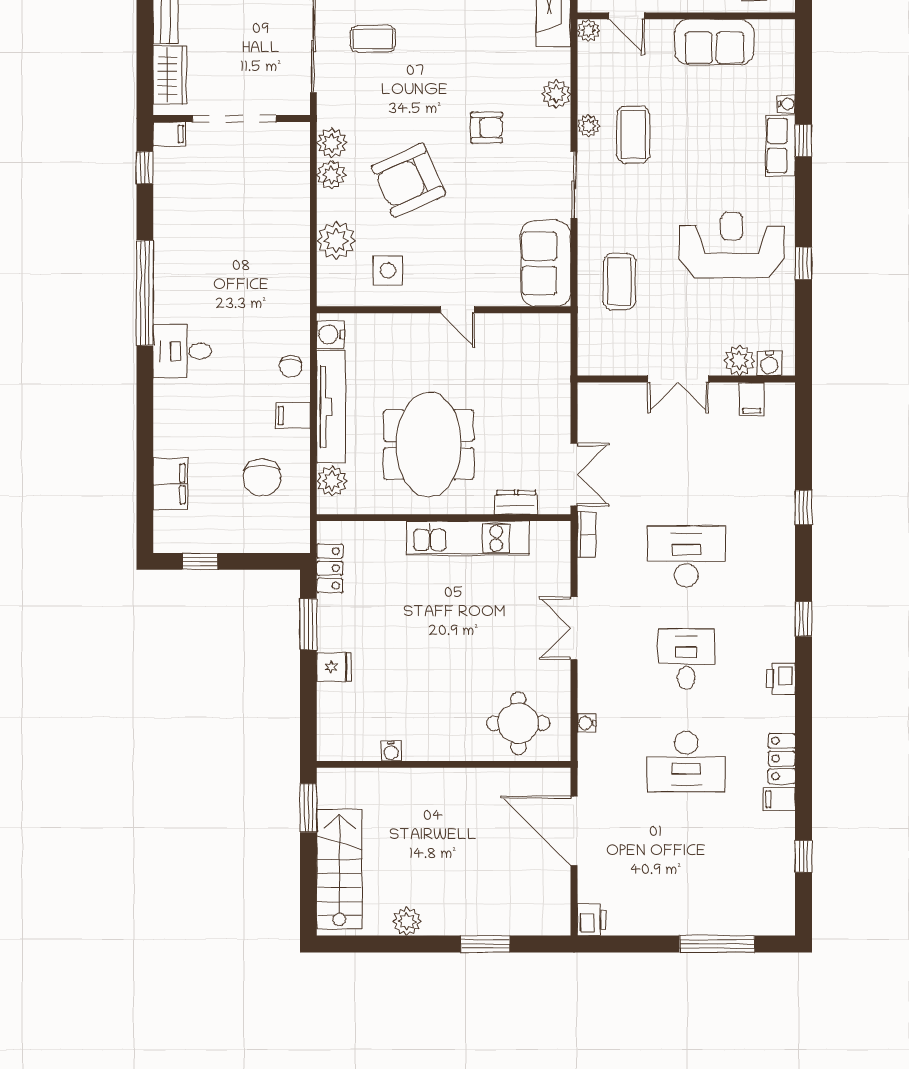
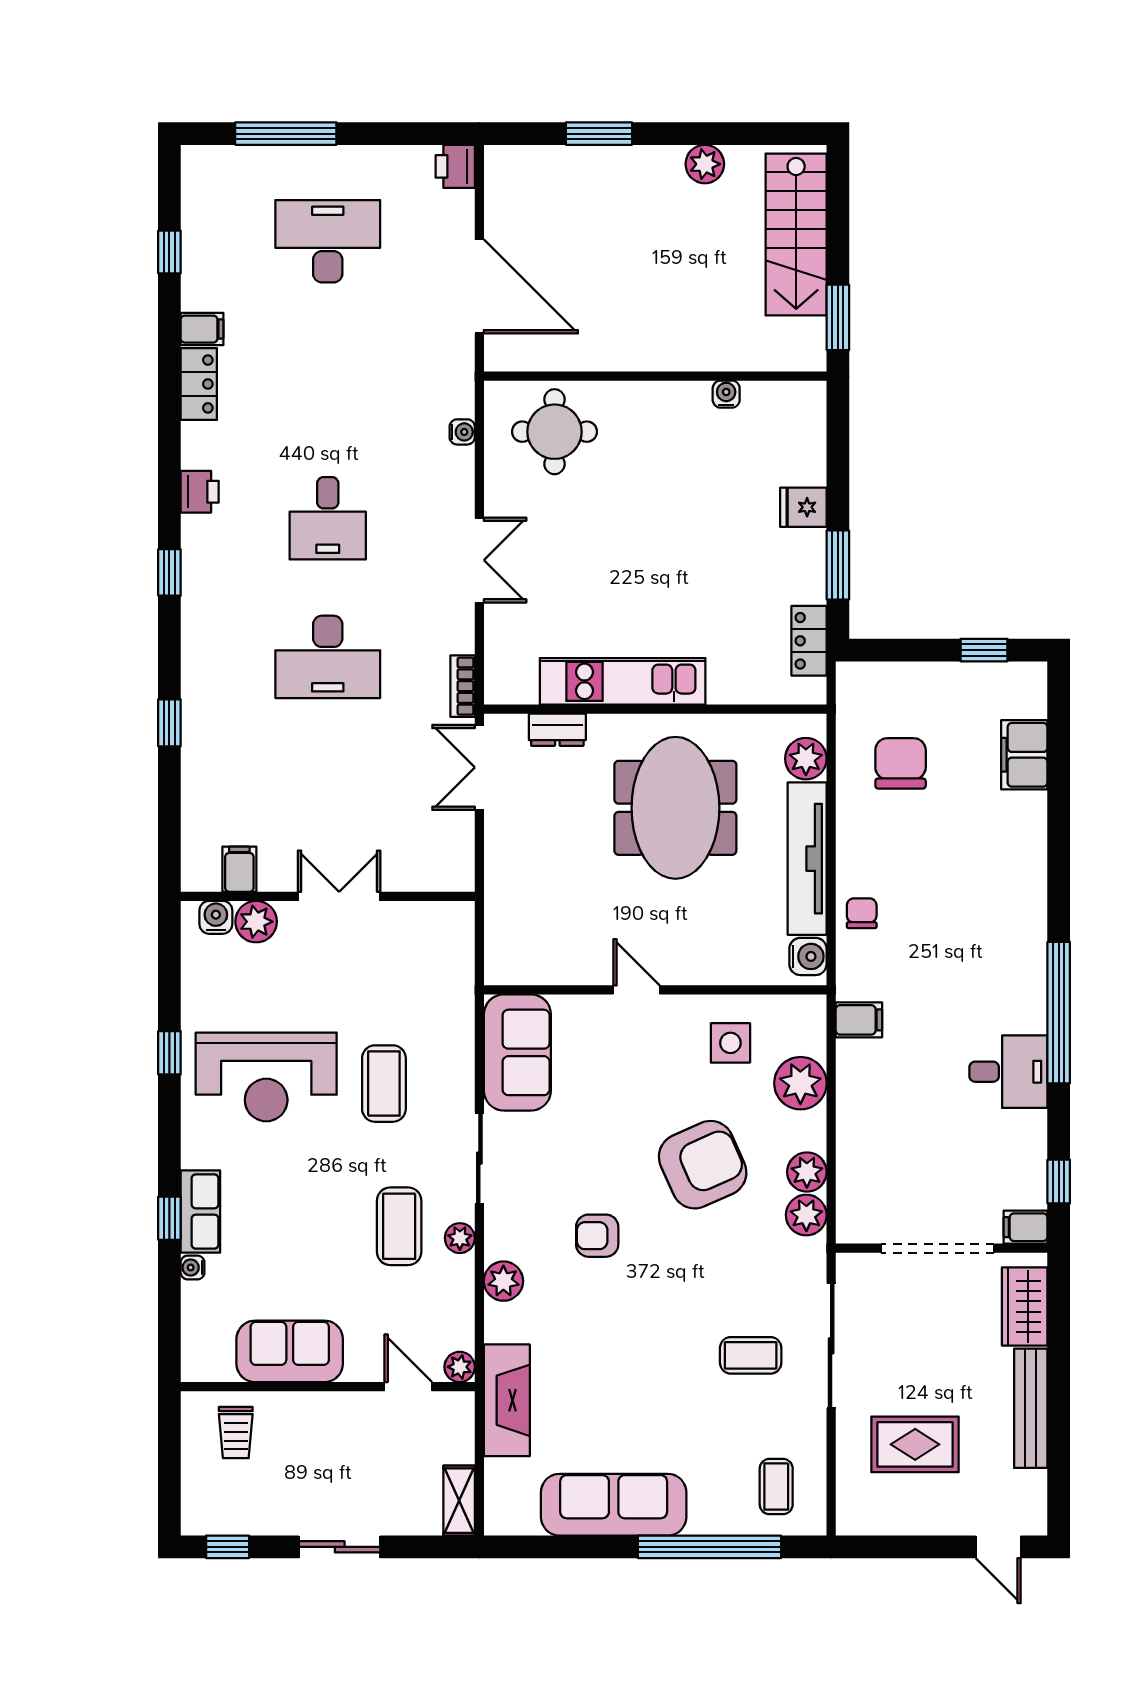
coffee table: (619, 281) -> (384, 1084), moved
desk: (182, 351) -> (1008, 1072), moved
filing cabinet: (293, 416) -> (859, 1020), moved
desk: (686, 762) -> (328, 241), moved

